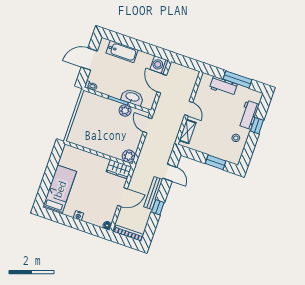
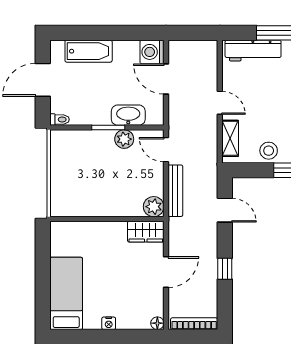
workbench: (223, 86) -> (253, 51), width x1.38
stool: (208, 147) -> (269, 151), added
bench: (153, 193) -> (175, 191), moved

